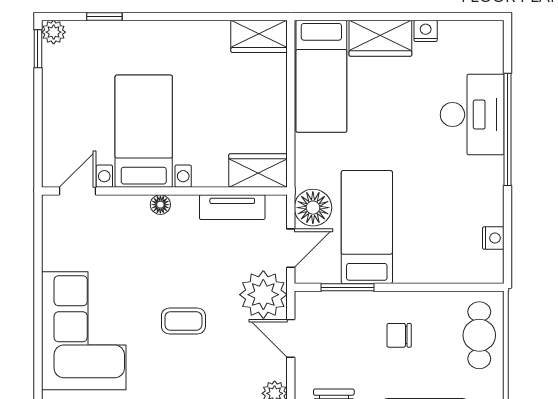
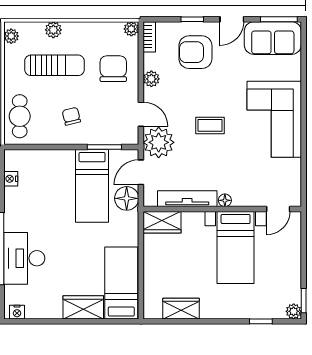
nightstand: (426, 31) -> (17, 312), moved
wardrobe: (259, 36) -> (181, 309), moved
tv unit: (232, 207) -> (187, 199), width x1.41
chair: (399, 335) -> (71, 116), turned -104

